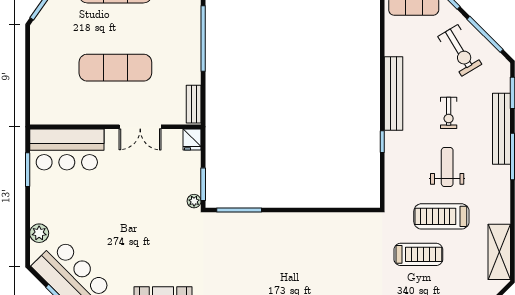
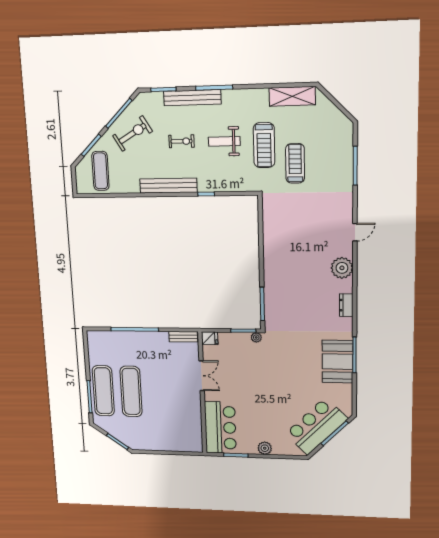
exercise mat: (115, 68) -> (131, 391), moved
plant: (39, 233) -> (265, 448), moved

